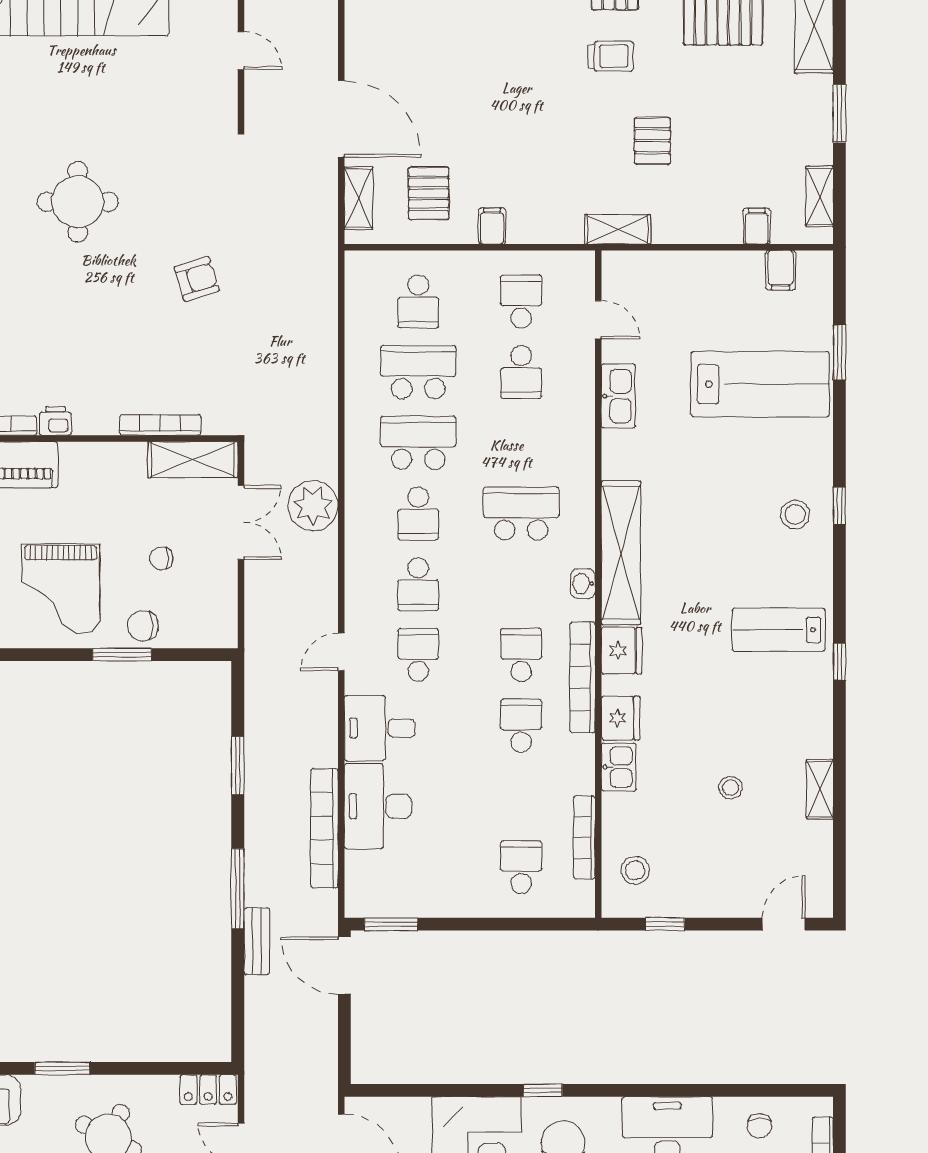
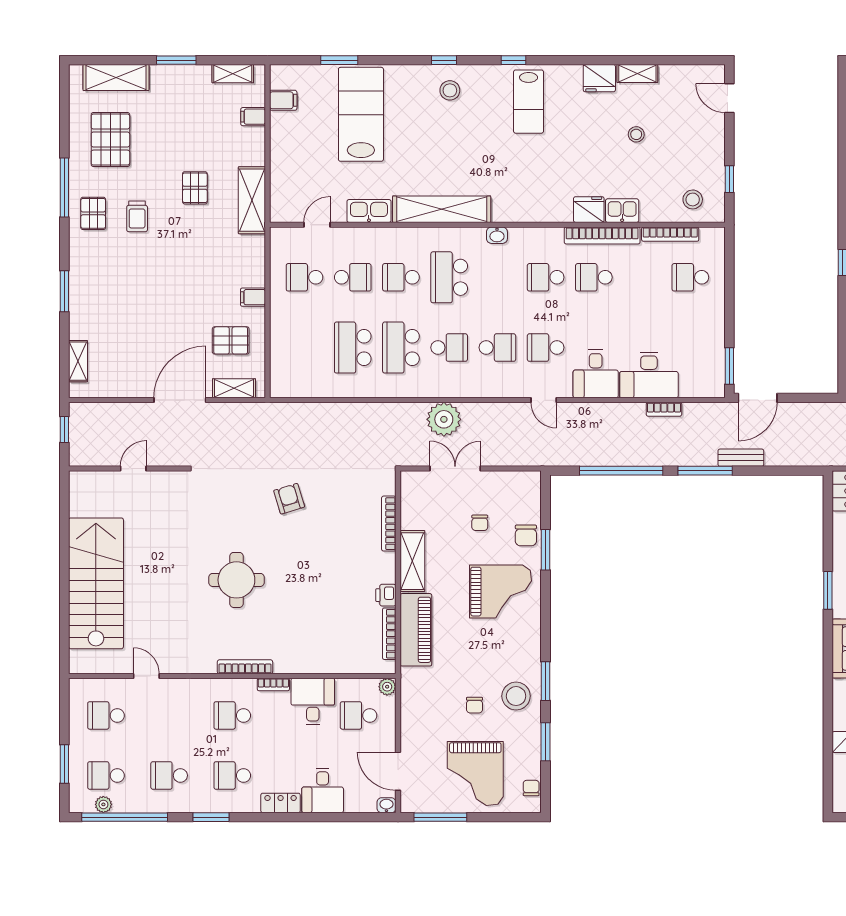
trolley: (611, 56) -> (137, 216), turned 180
pallet: (652, 141) -> (195, 188), turned 90
shelving: (618, 229) -> (252, 200), width x1.50, depth x1.33
school desk: (418, 301) -> (401, 277), moved, turned 180
shelving: (193, 460) -> (412, 561), moved
shelving: (621, 553) -> (442, 209), moved
fridge: (621, 651) -> (599, 78), moved, turned 180
window: (839, 662) -> (513, 60), moved
bookcase: (582, 677) -> (602, 235), moved
window: (238, 766) -> (621, 471), width x2.11
bookcase: (324, 828) -> (664, 409), width x0.43, depth x0.76

